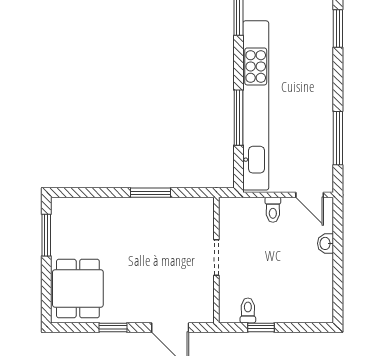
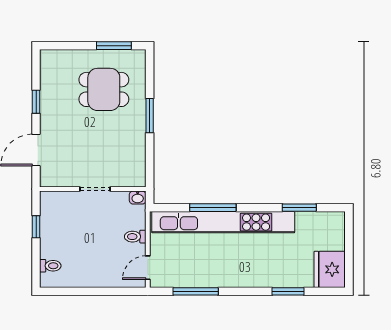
window: (150, 193) -> (150, 116), moved
washbasin: (326, 243) -> (138, 198), moved, turned 180
dining table: (78, 288) -> (104, 89), moved
toilet: (248, 310) -> (50, 266), moved

